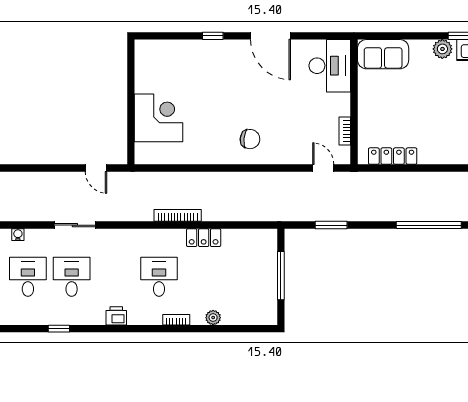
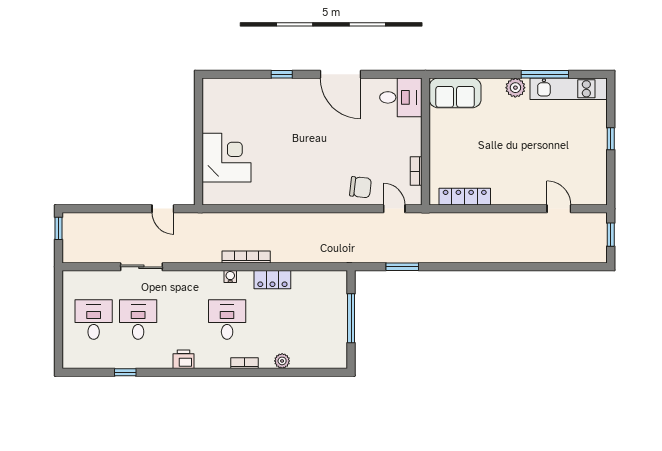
desk: (330, 66) -> (401, 97), width x0.73
chair: (250, 139) -> (361, 187), moved
window: (429, 225) -> (502, 267), removed
water cooler: (18, 235) -> (230, 277), moved

